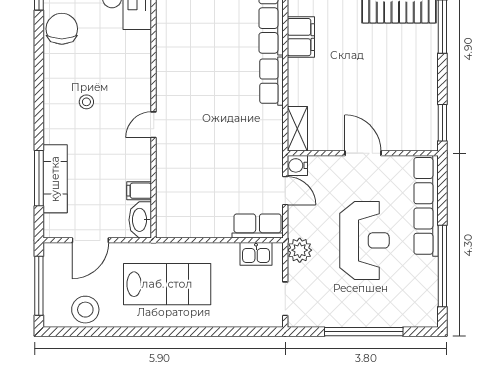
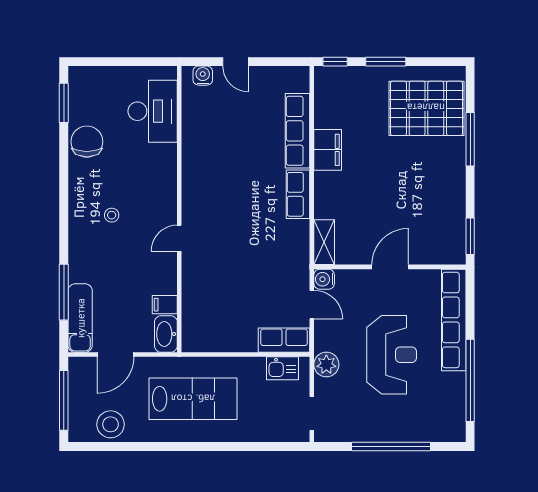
door: (363, 153) -> (390, 267), hinge flipped
exam couch: (55, 179) -> (80, 318), moved

